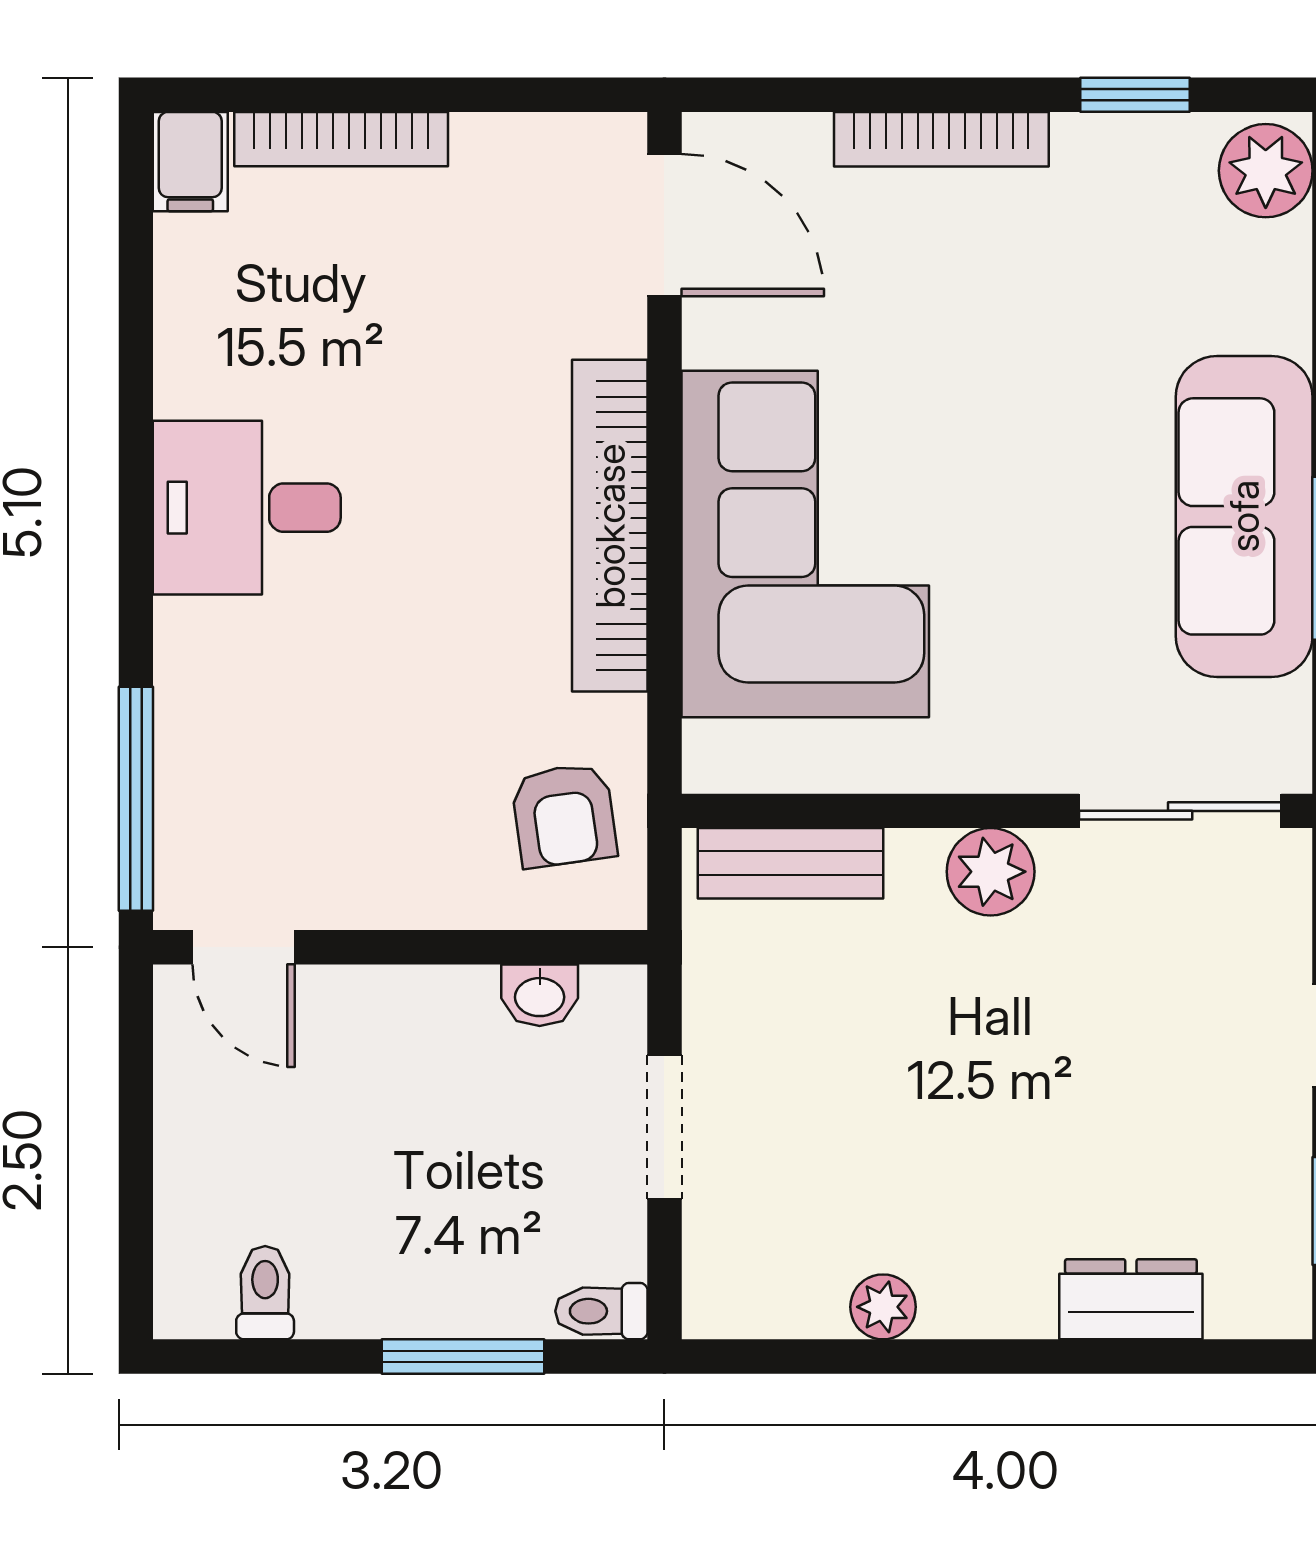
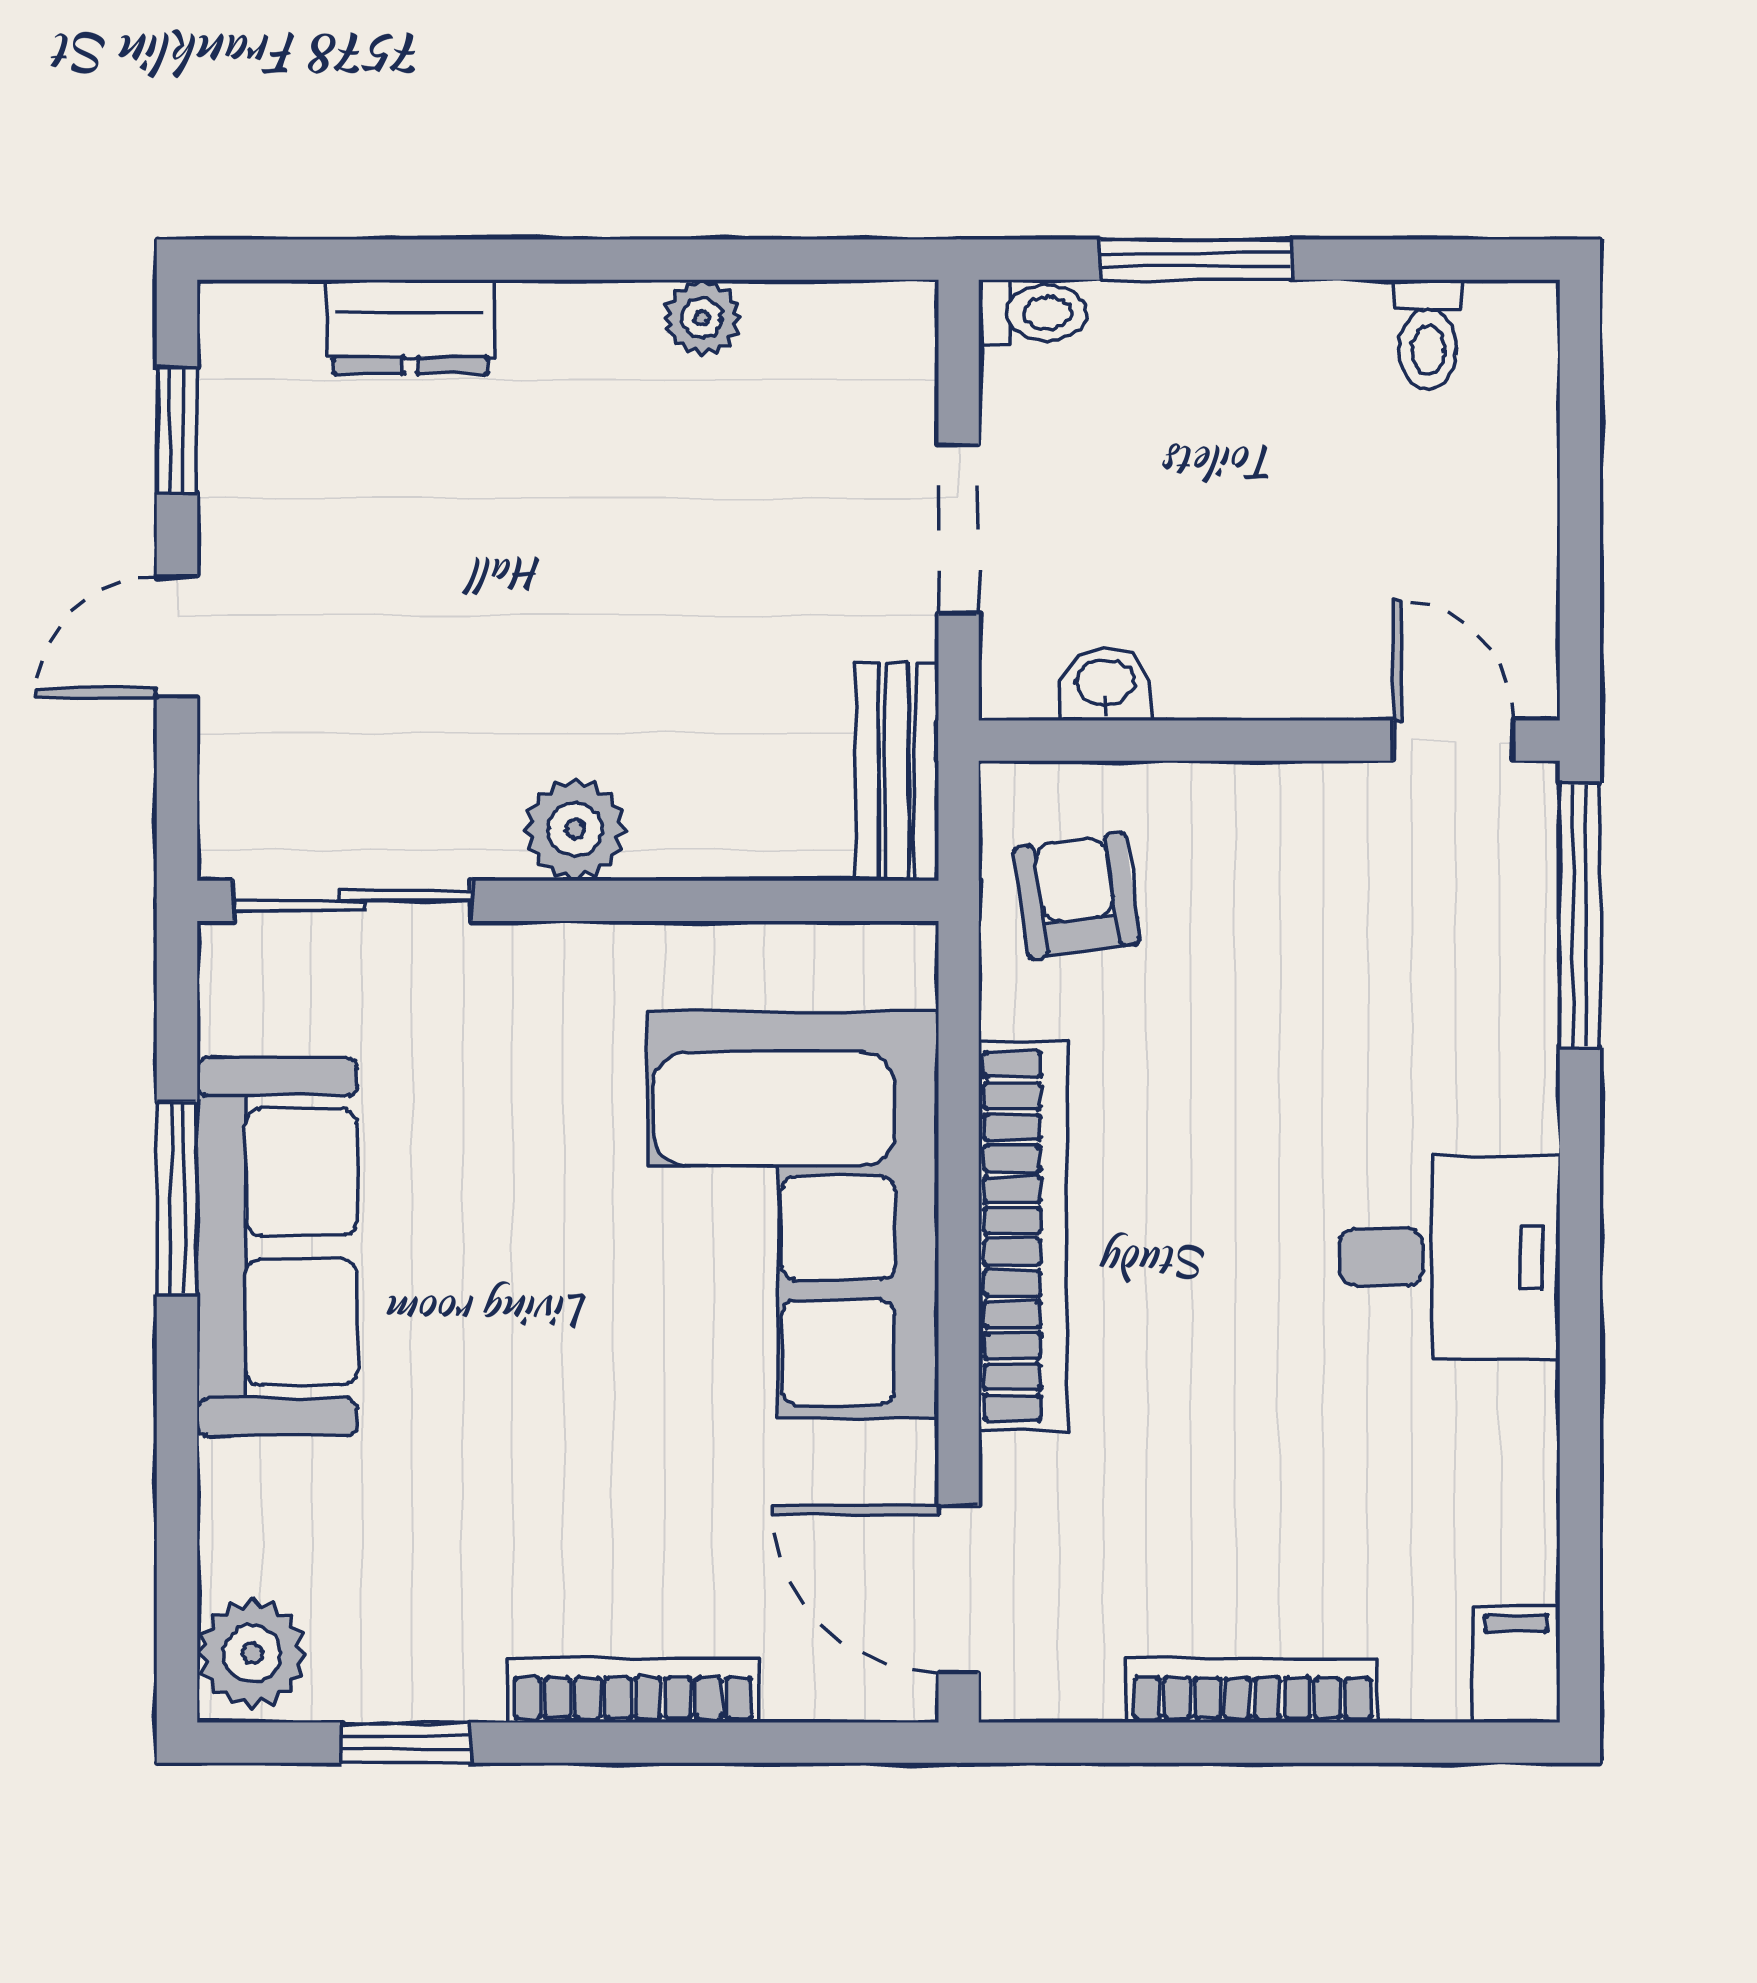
bookcase: (341, 139) -> (1253, 1690), moved
bench: (791, 863) -> (897, 772), moved, turned 90

